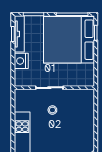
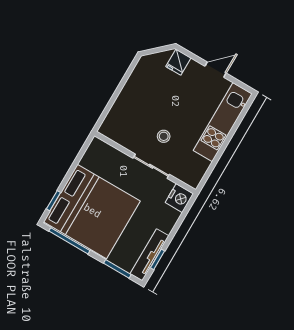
nightstand: (21, 61) -> (179, 198), moved

